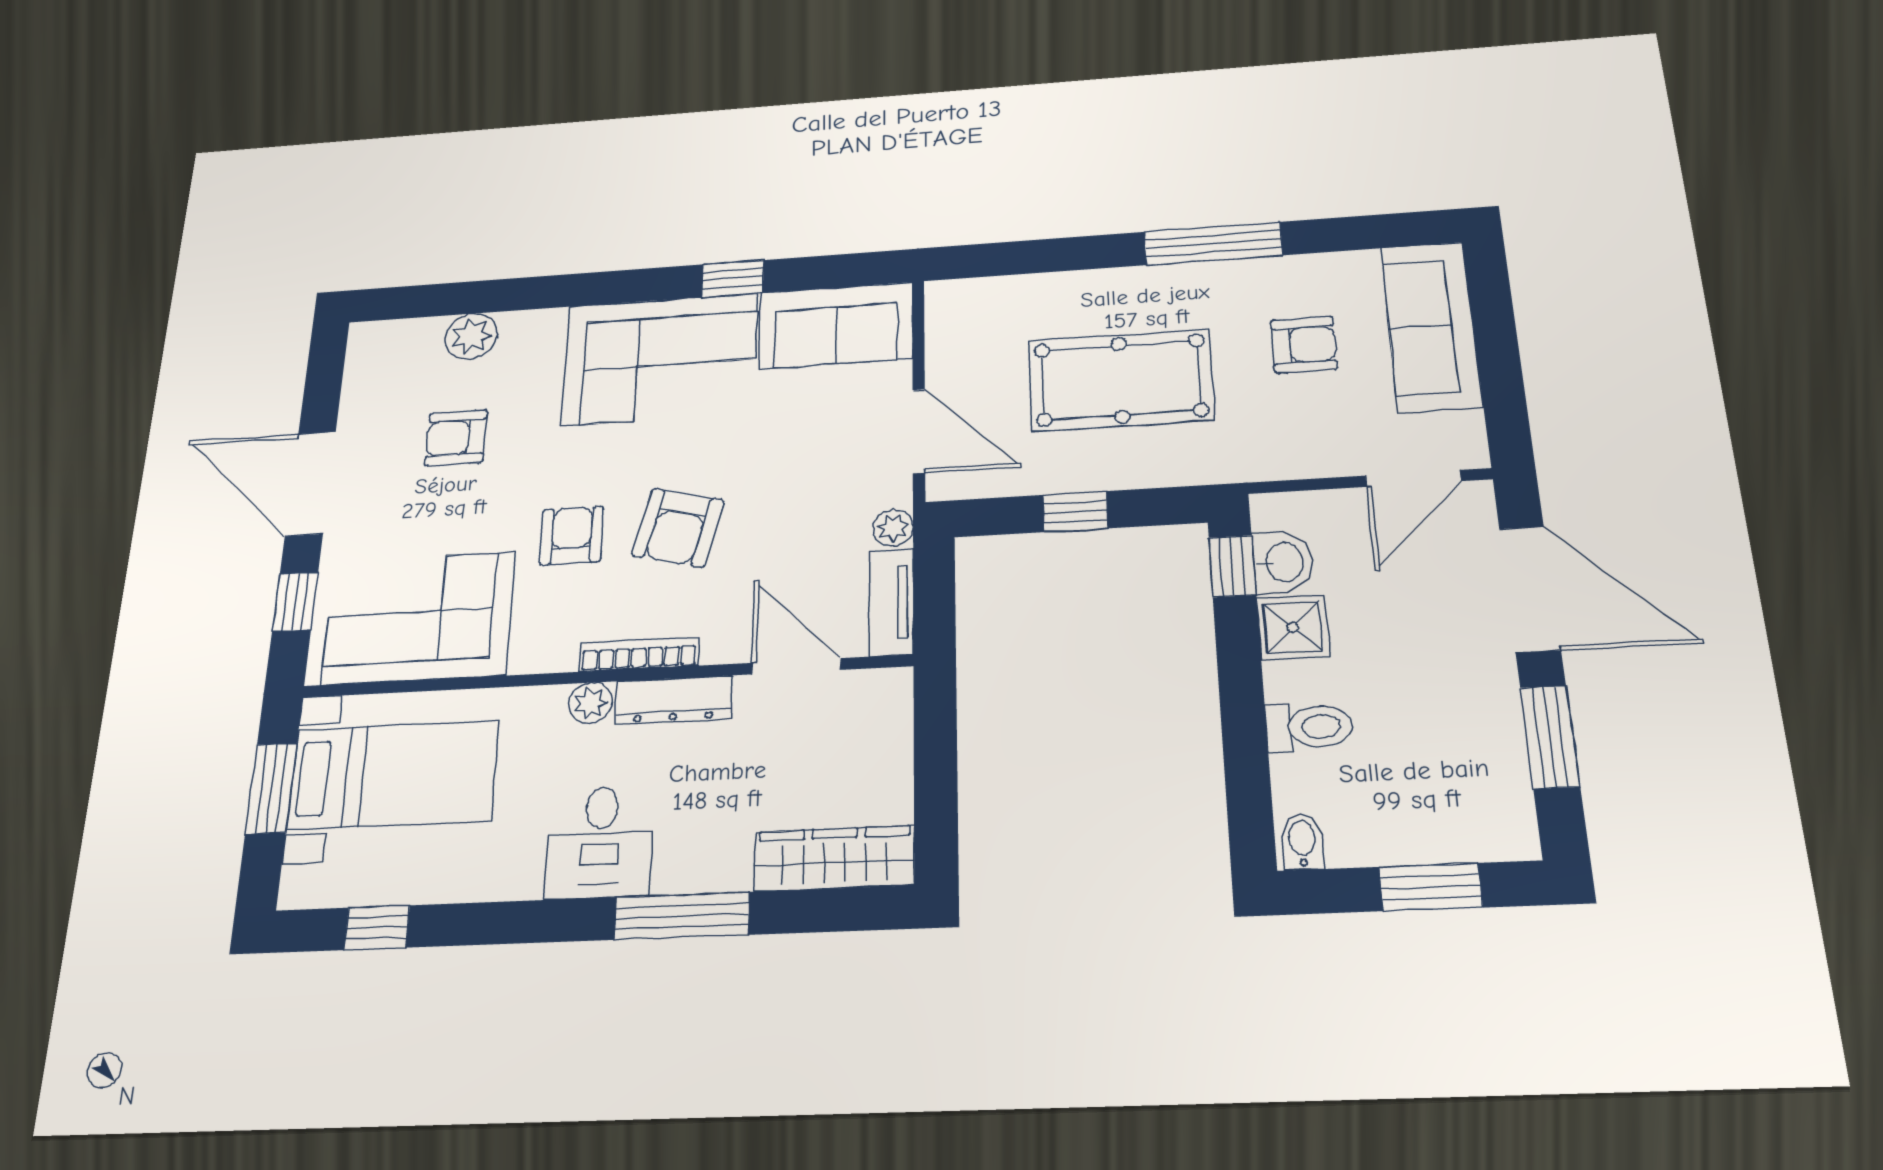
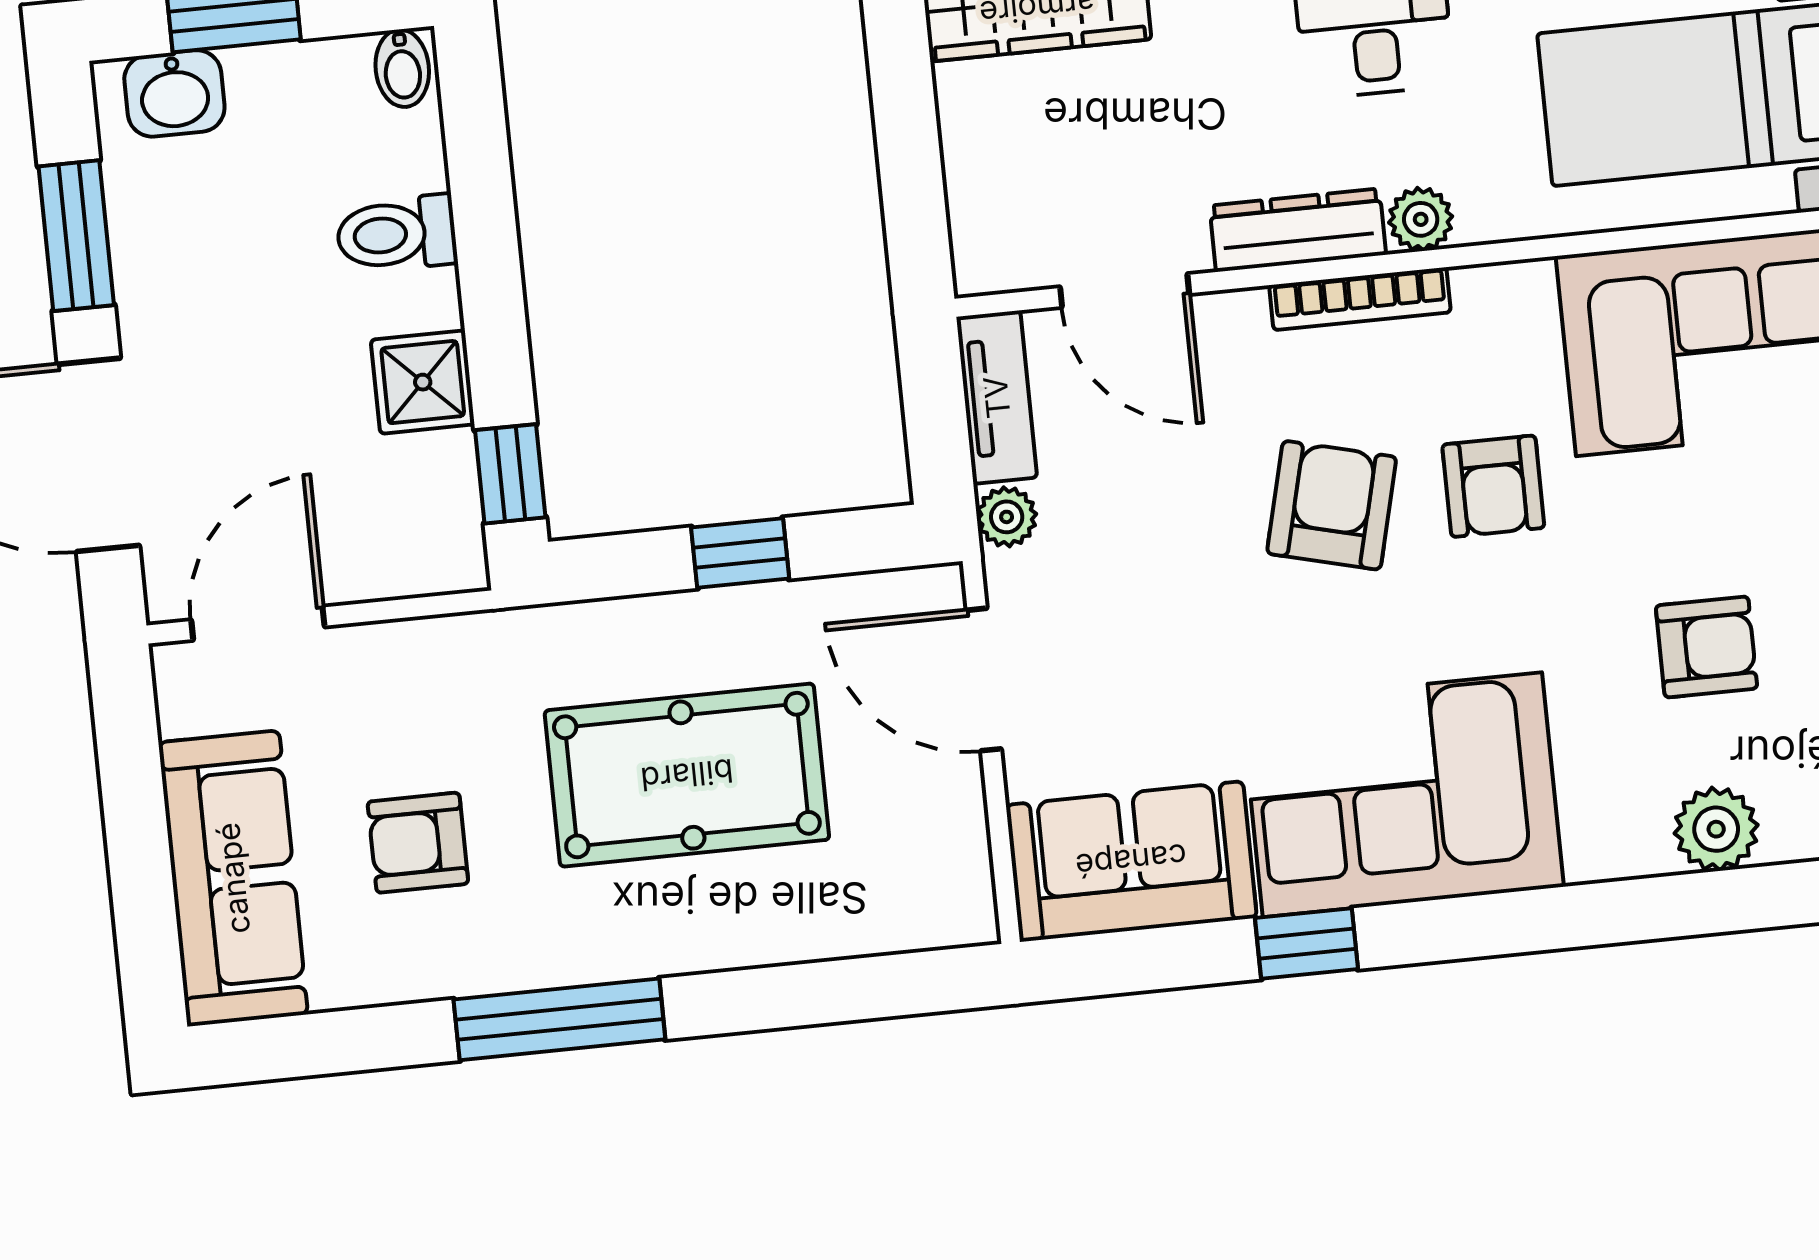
washbasin: (1283, 562) -> (174, 93), moved, turned -90

